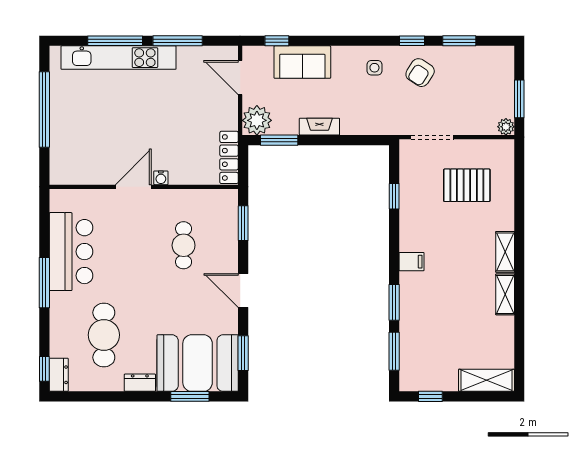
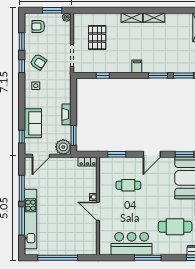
armchair: (488, 72) -> (38, 26), added
locker: (229, 157) -> (87, 161), width x0.66

